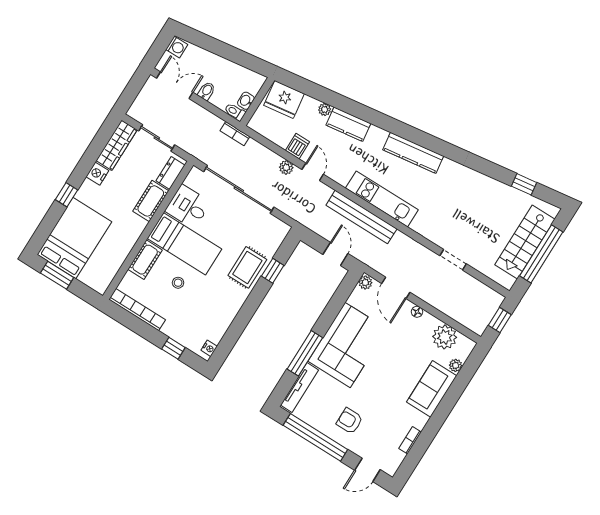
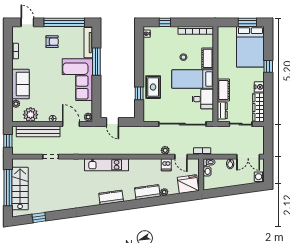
kitchen counter: (413, 153) -> (111, 197), width x0.67
door: (313, 172) -> (181, 157), moved
bench: (361, 217) -> (38, 131), moved
door: (367, 470) -> (27, 22), hinge flipped

